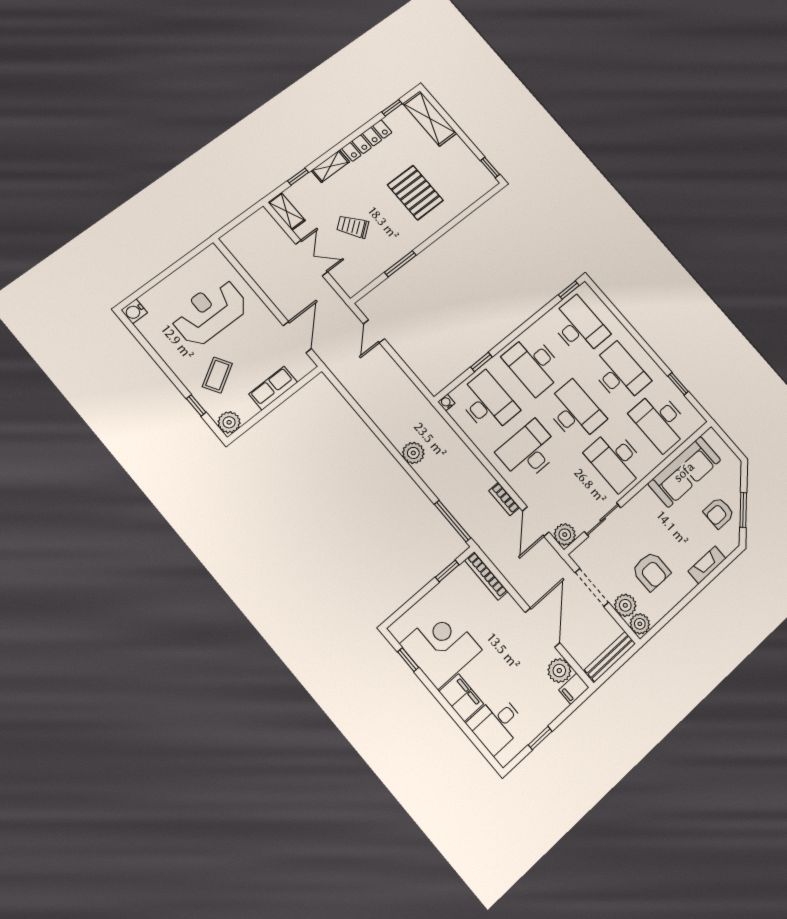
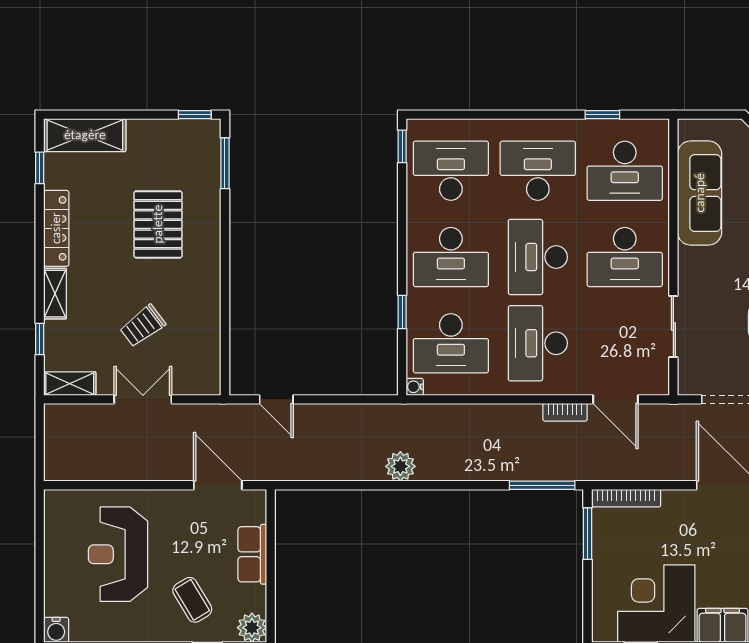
pallet: (415, 193) -> (158, 224), turned 90
window: (400, 264) -> (225, 163), moved
desk: (487, 403) -> (451, 343), turned 180
desk: (575, 412) -> (538, 257), turned -90
plant: (413, 453) -> (400, 466), moved
plant: (565, 535) -> (654, 380), removed
window: (447, 571) -> (587, 534), width x1.50

